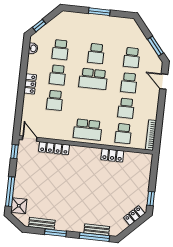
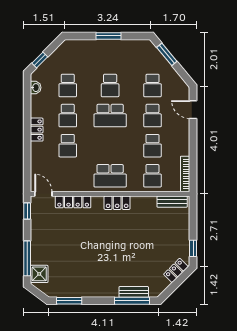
window: (156, 46) -> (167, 54), moved
locker: (112, 155) -> (117, 203), moved
bench: (42, 223) -> (172, 202), moved
window: (56, 233) -> (69, 301), moved

